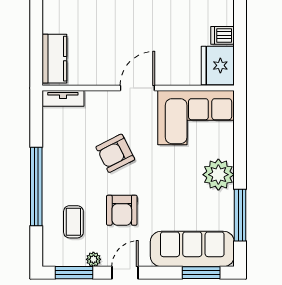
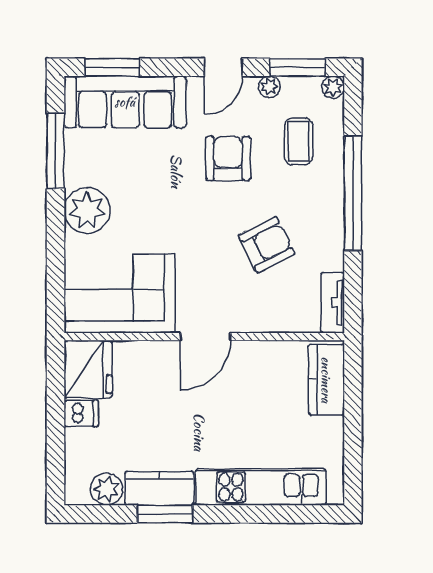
tv unit: (63, 98) -> (333, 303), moved, turned -90
armchair: (115, 153) -> (267, 245), moved
plant: (50, 259) -> (333, 87), added

